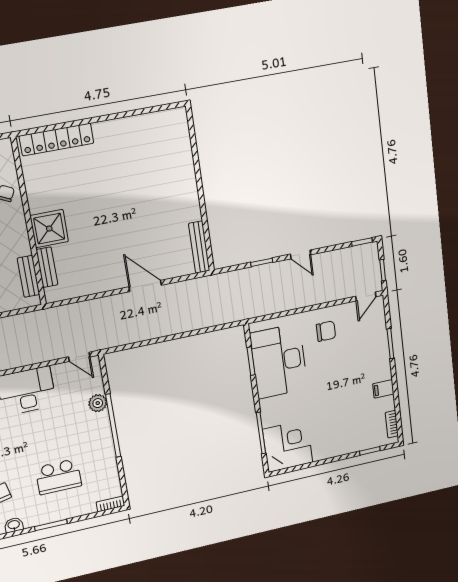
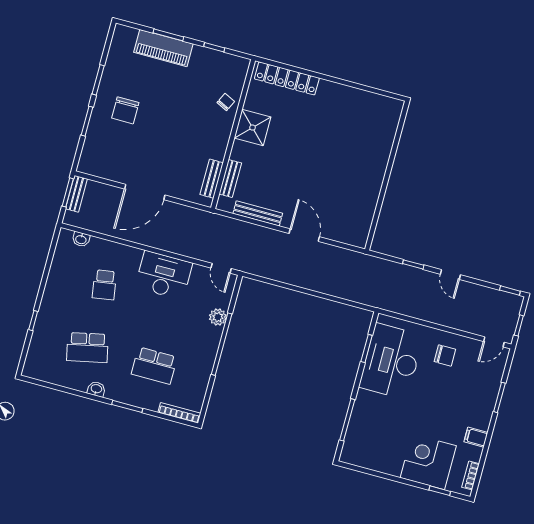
shower: (49, 229) -> (253, 128), moved
bench: (199, 247) -> (258, 213), moved, turned 90
corner desk: (288, 446) -> (428, 462), moved, turned -90
bookcase: (111, 504) -> (179, 413), width x1.56

